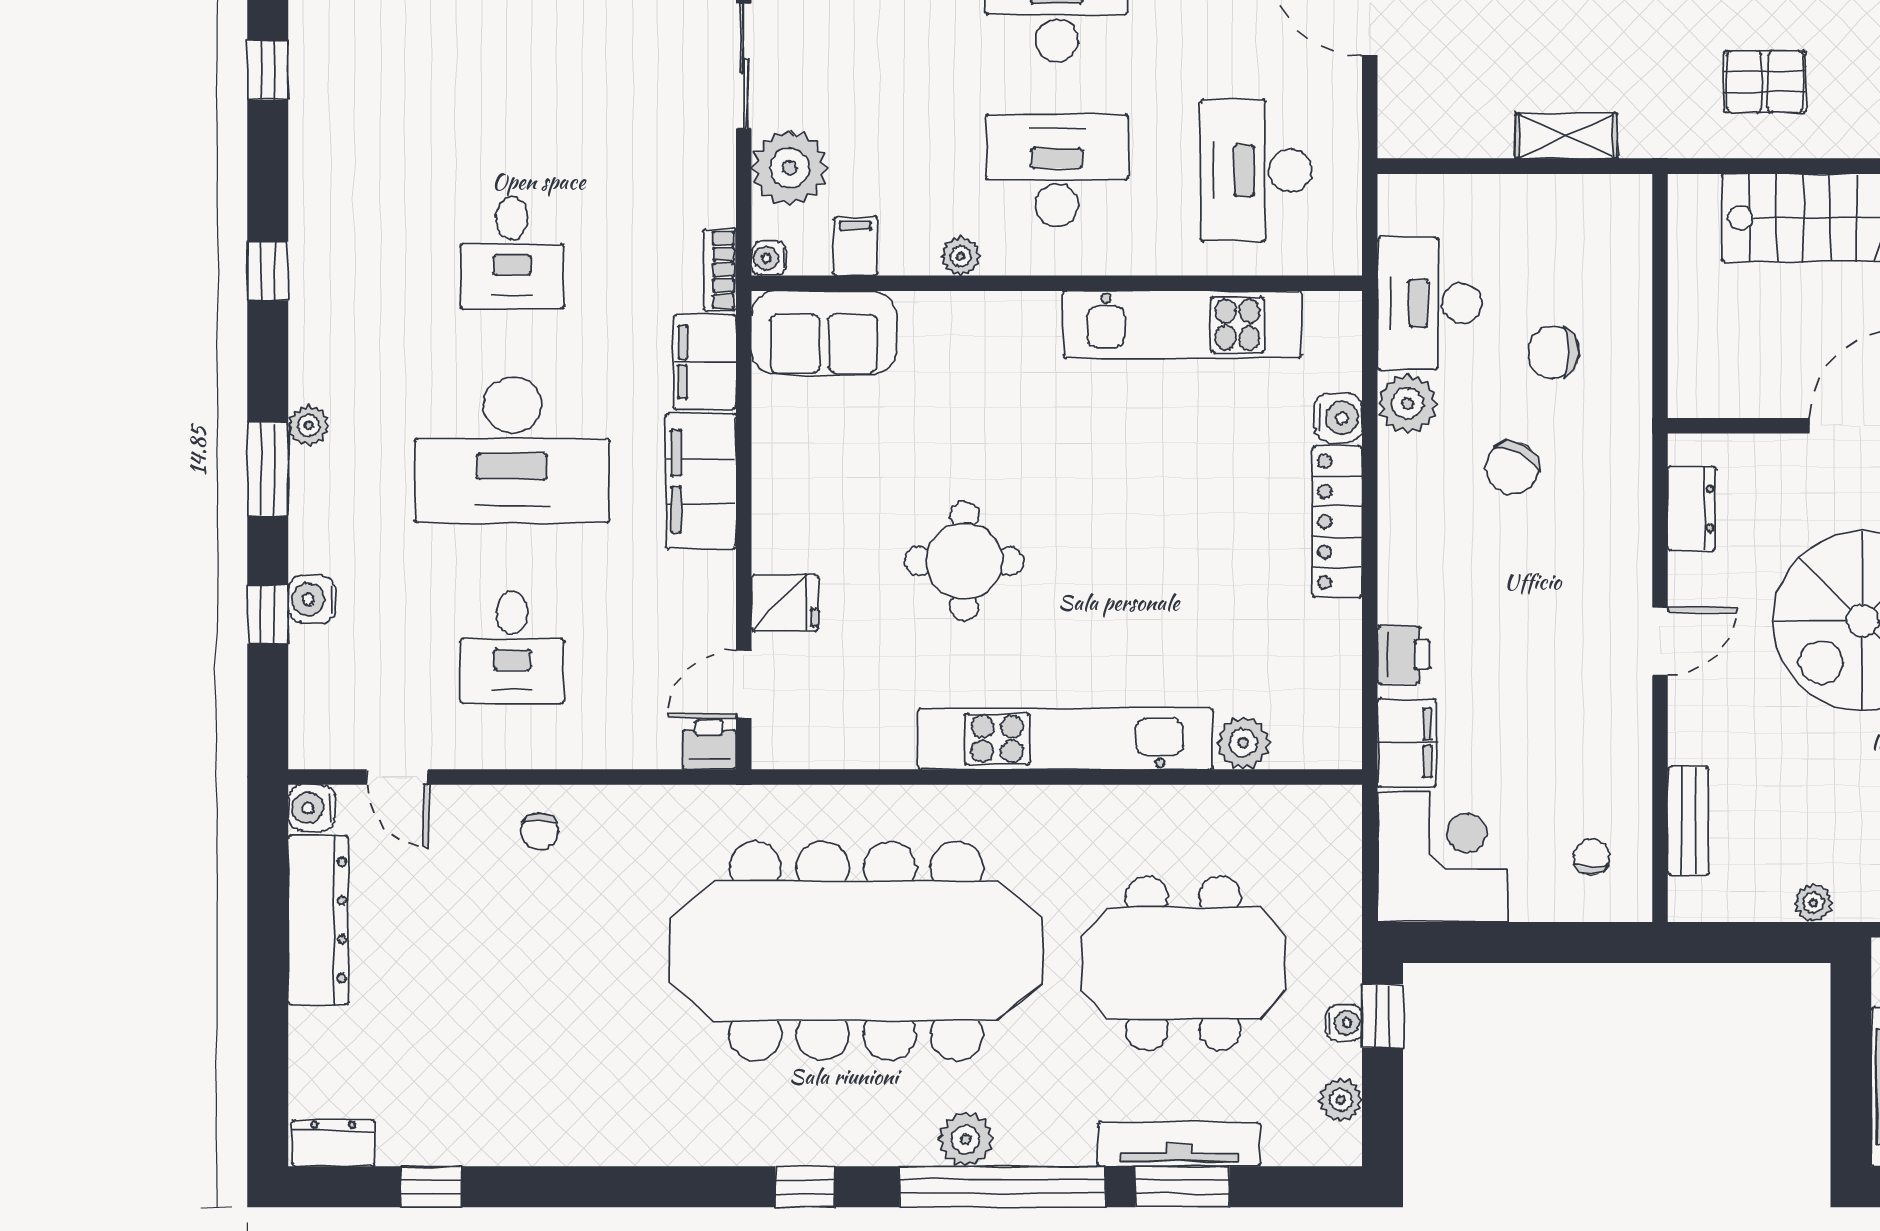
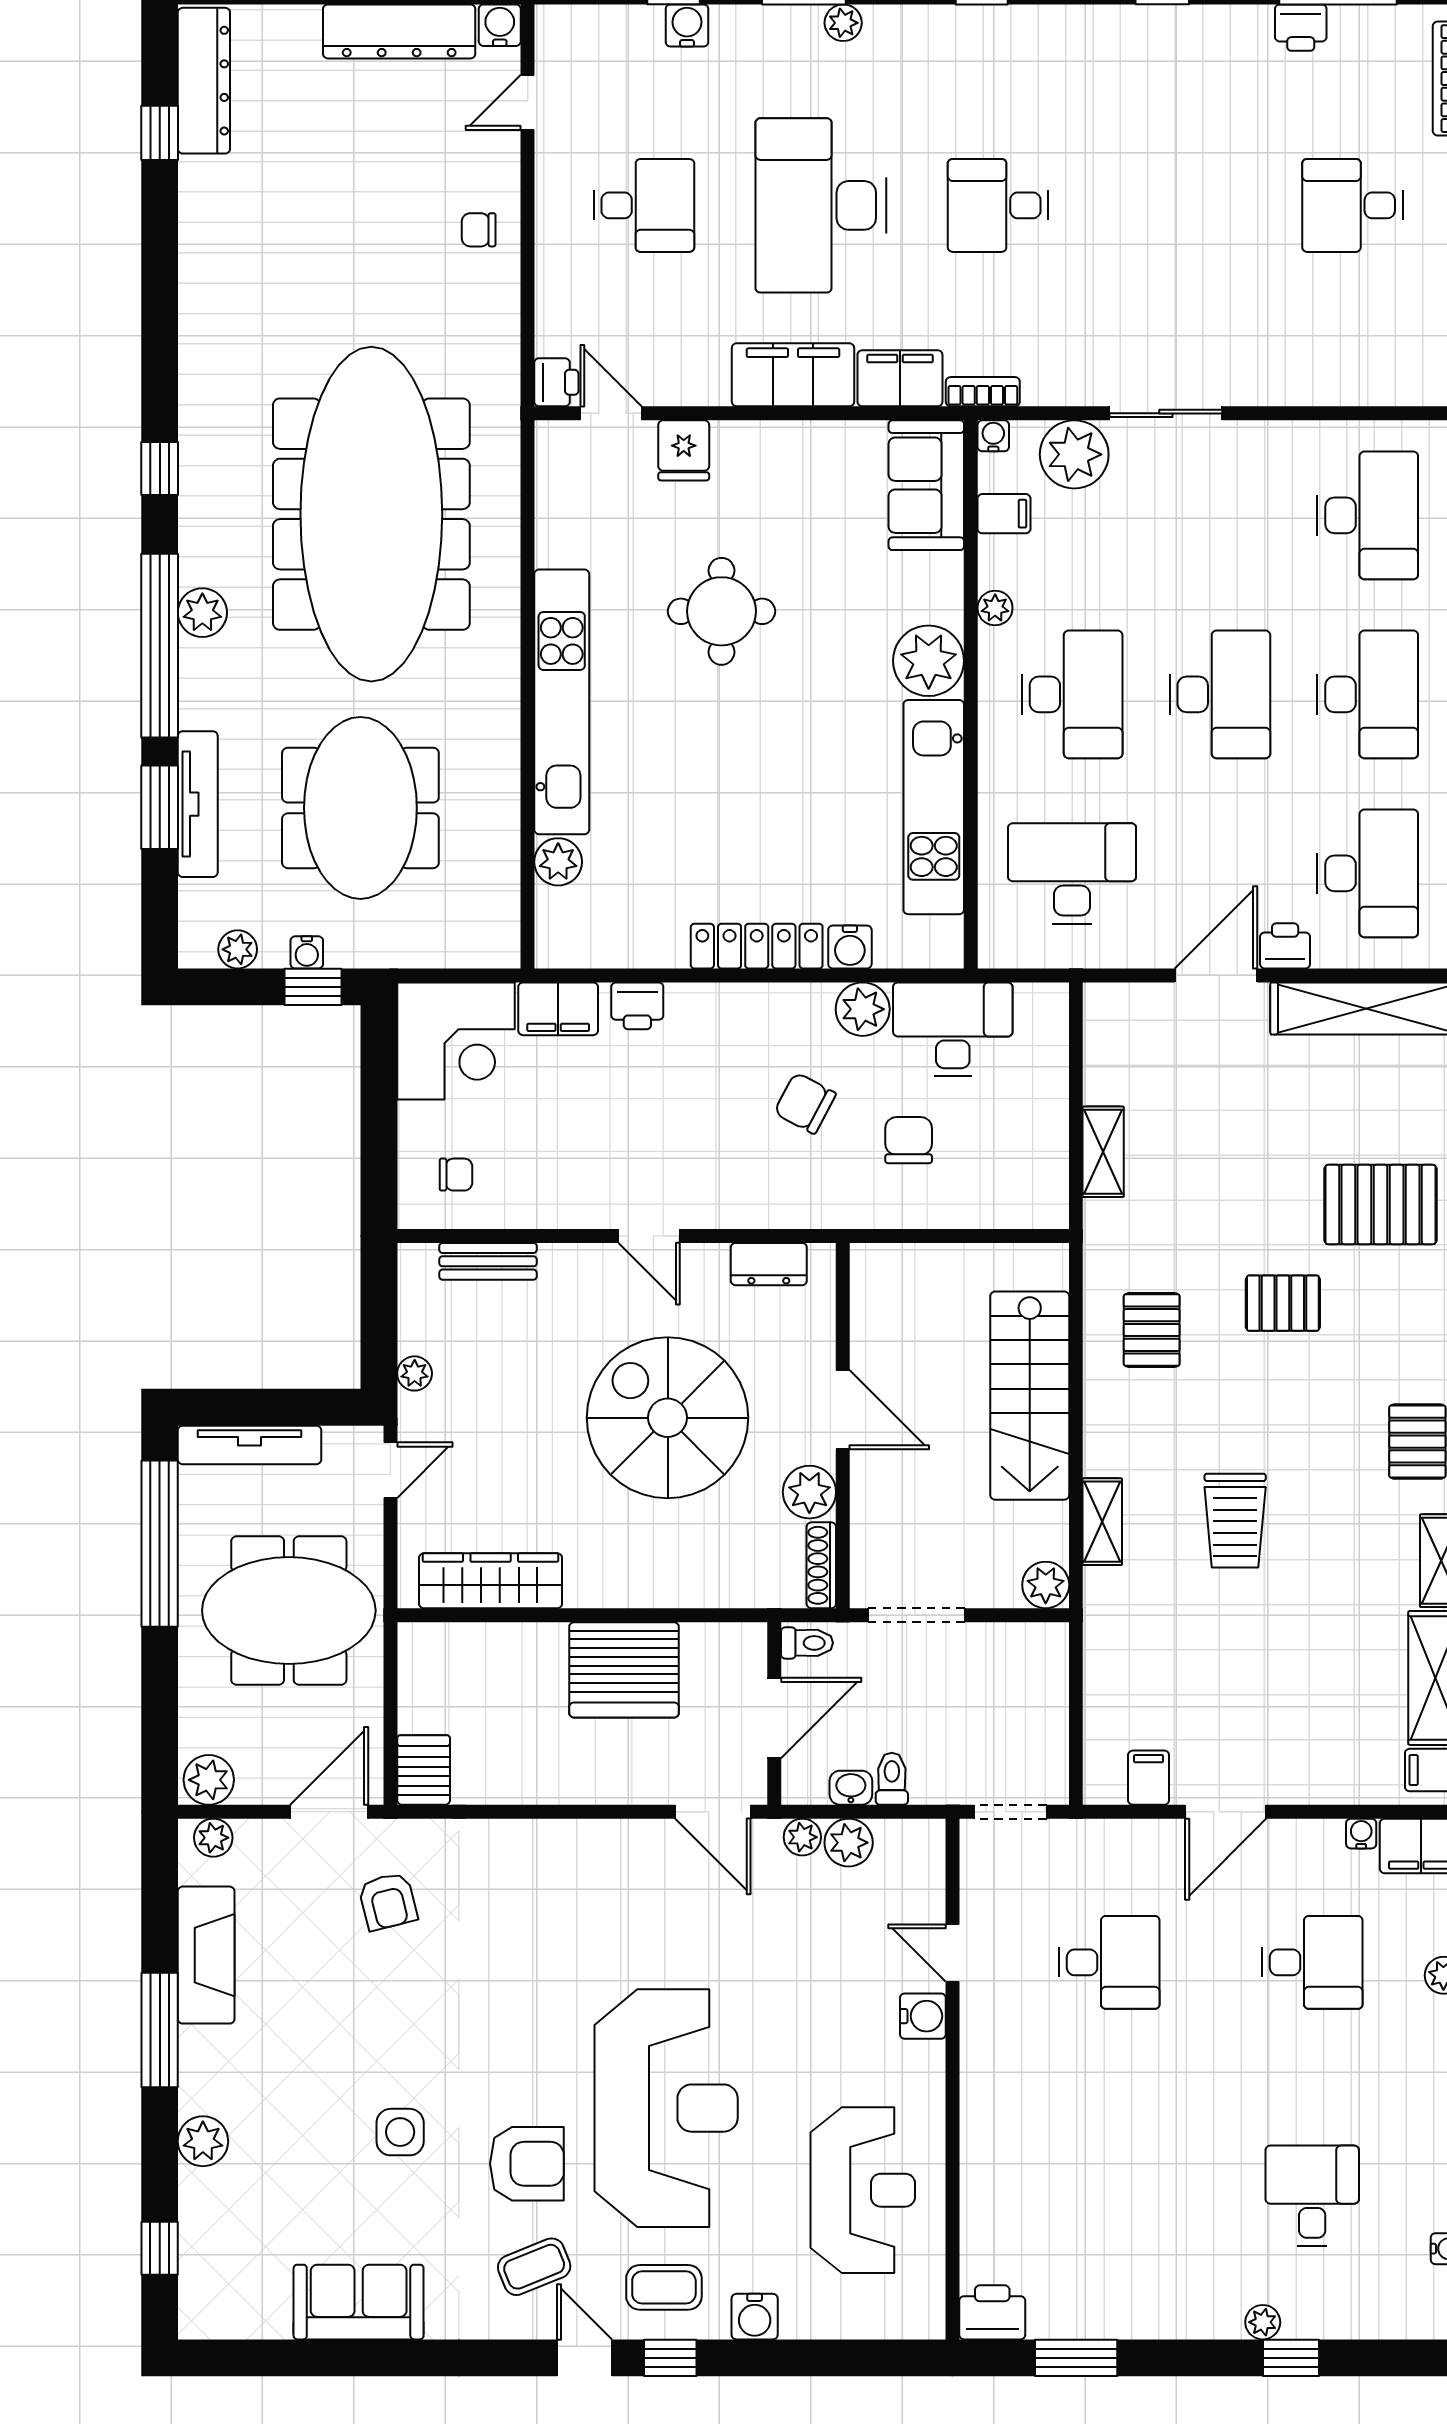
plant: (1019, 330) -> (929, 661), added
desk: (512, 647) -> (644, 205), turned 180
dresser: (333, 1143) -> (204, 81), width x1.96, depth x1.24

